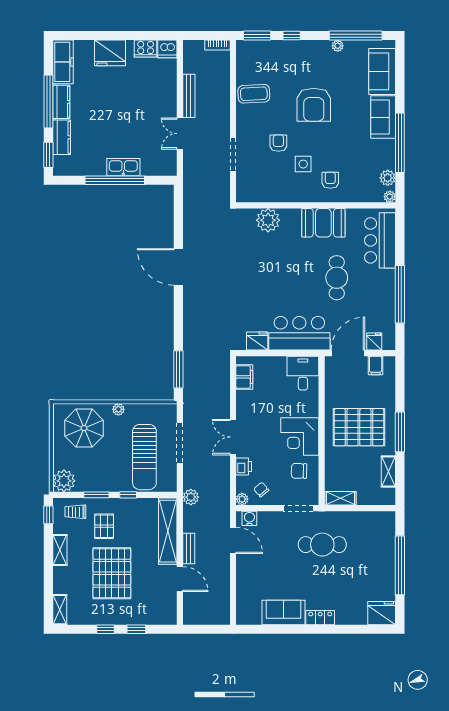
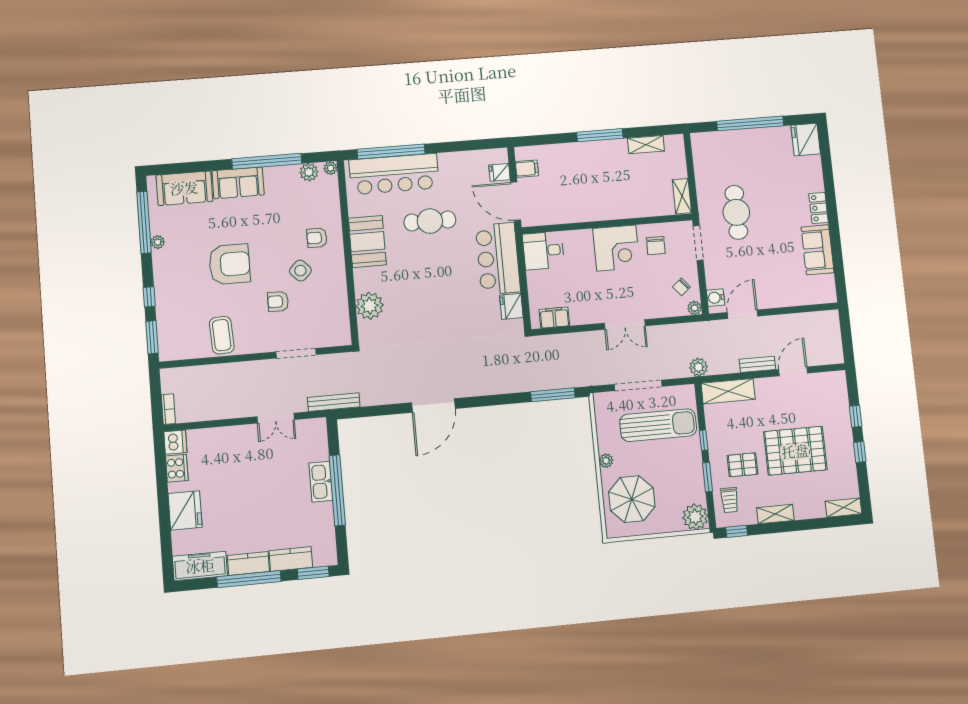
bookcase: (217, 45) -> (168, 409), moved
bench: (189, 96) -> (334, 402), moved
side table: (303, 164) -> (300, 271), turned 45
bar counter: (380, 240) -> (394, 174), width x1.36
window: (400, 294) -> (391, 152), moved
pallet: (359, 427) -> (599, 182), removed
printer: (244, 466) -> (657, 309), removed
shelving: (168, 531) -> (728, 391), width x0.68

